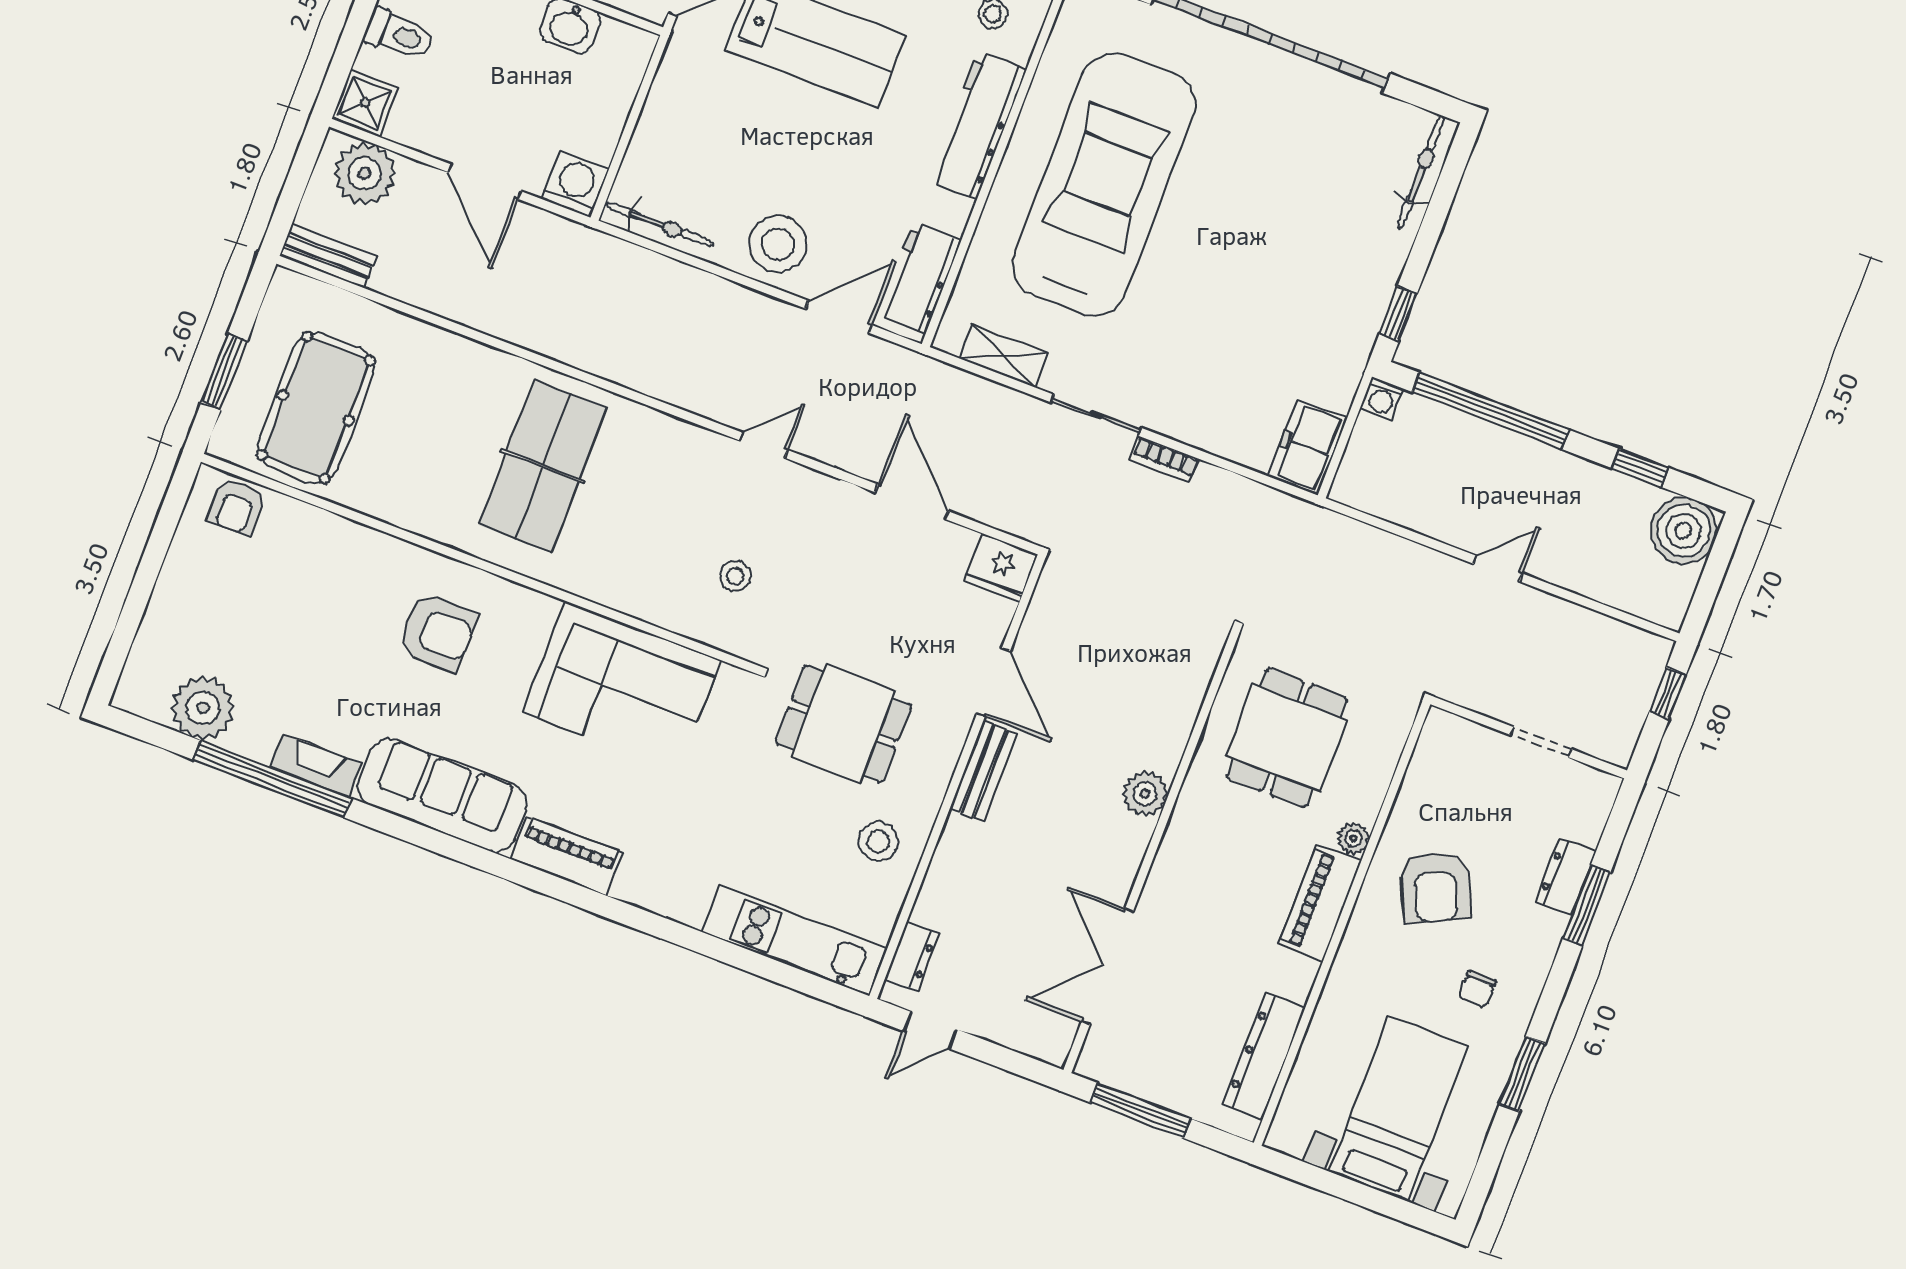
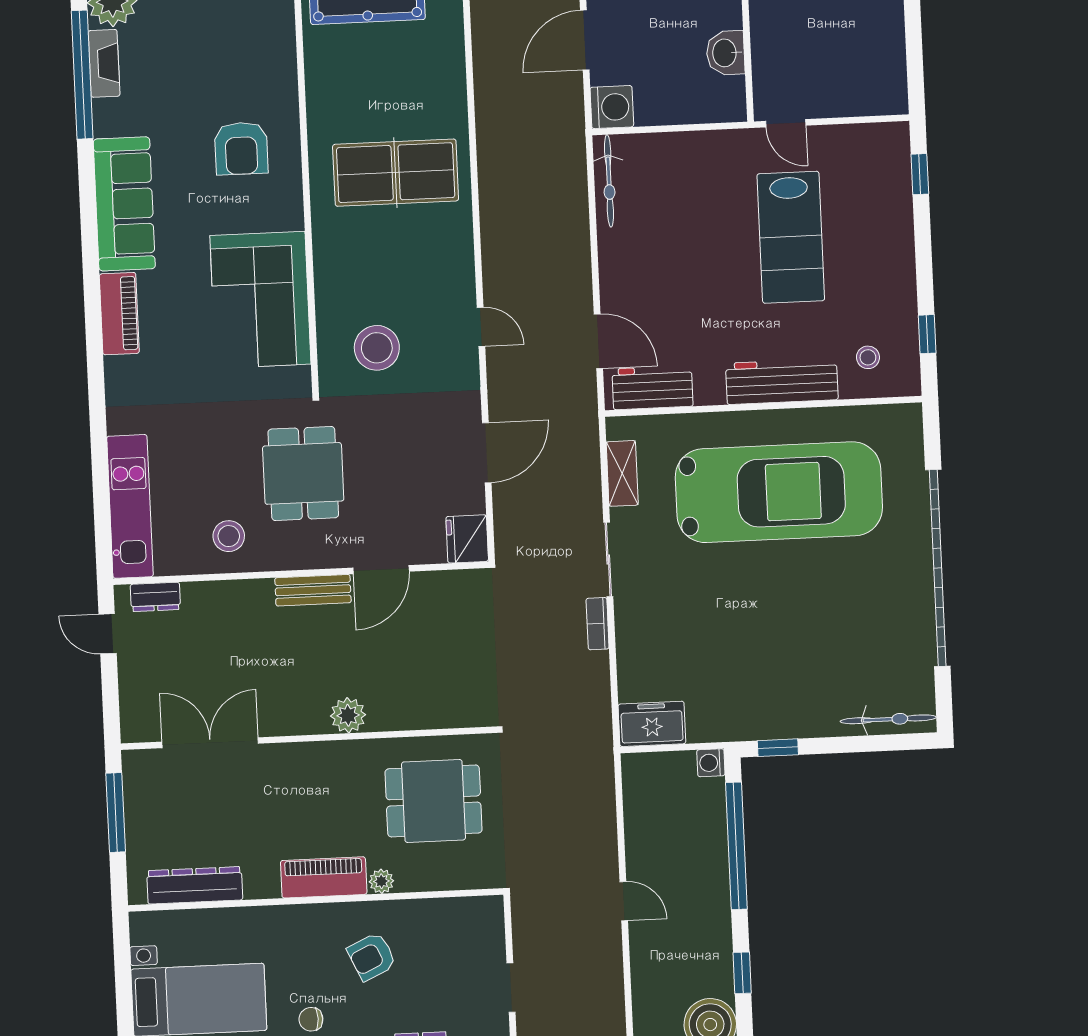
stool: (778, 244) -> (632, 274), removed
stool: (735, 576) -> (377, 348), width x1.89, depth x1.89
fireplace: (316, 765) -> (104, 63), moved
armchair: (1435, 887) -> (372, 957), width x0.72, depth x0.72

